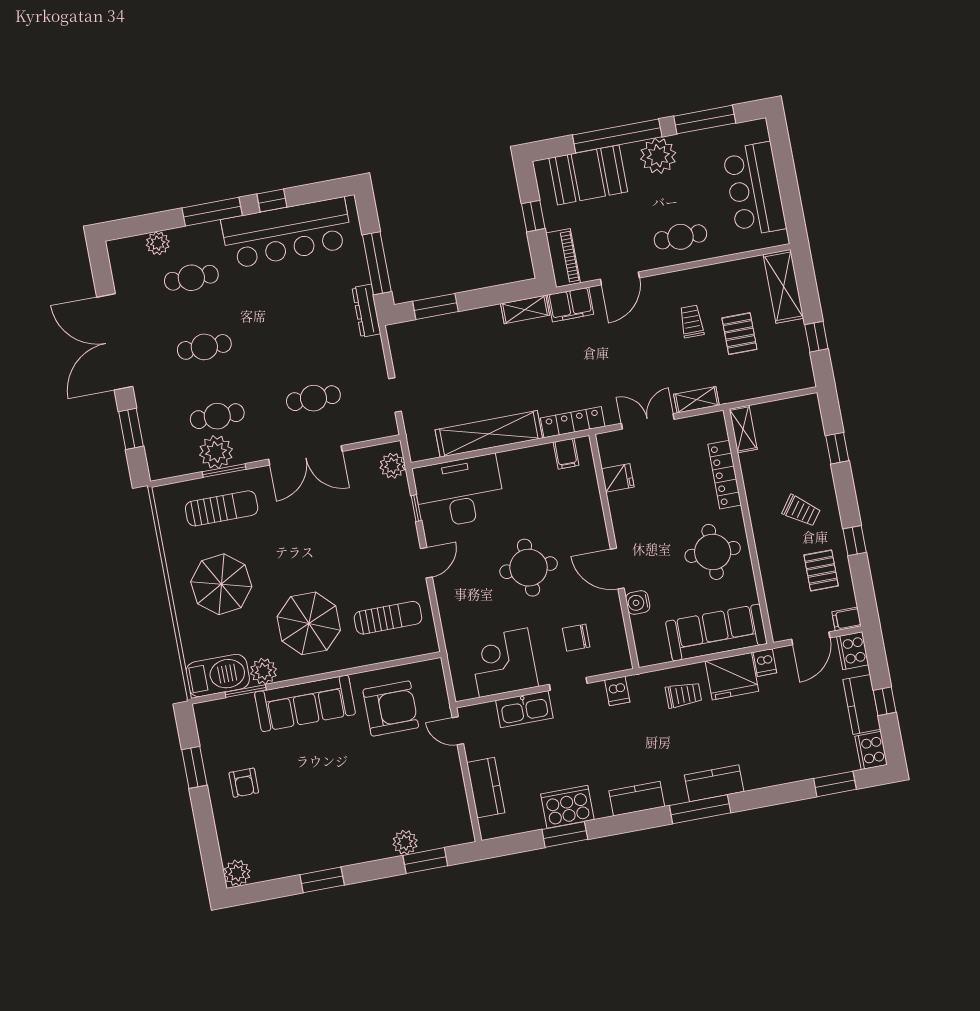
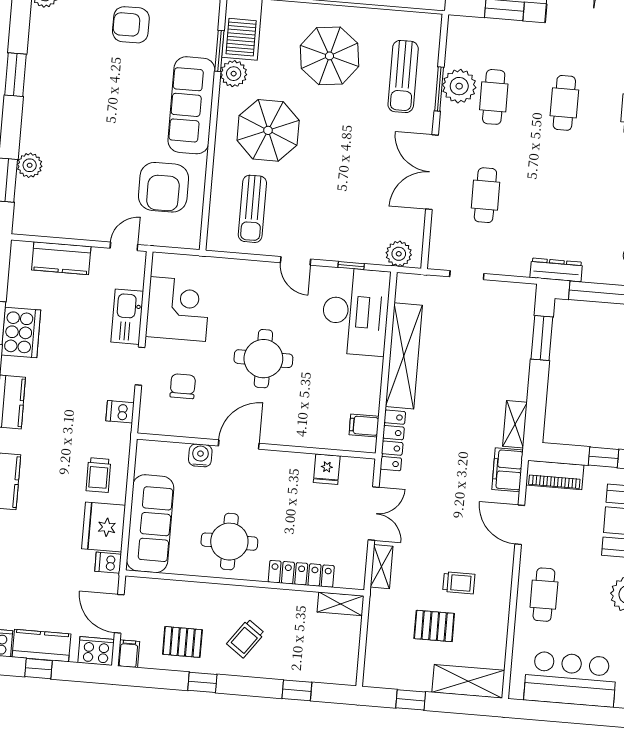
armchair: (244, 783) -> (131, 25), width x1.38, depth x1.38

